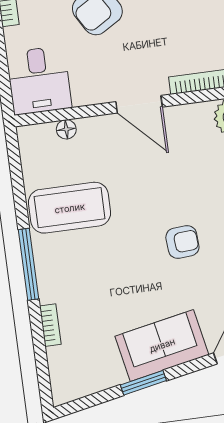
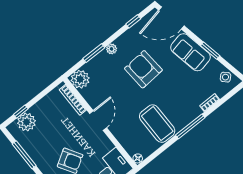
floor lamp: (66, 129) -> (138, 158), moved
armchair: (182, 242) -> (143, 69), width x1.88, depth x1.88
side table: (79, 382) -> (226, 77), added

